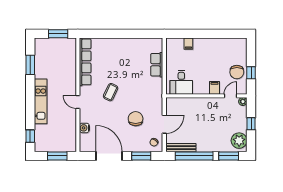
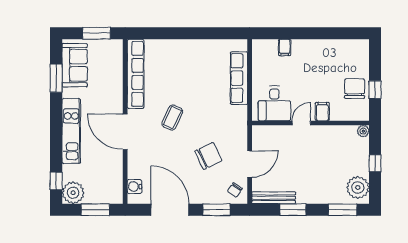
sofa: (43, 56) -> (75, 65), added
row of seats: (157, 65) -> (239, 78), width x1.48
chair: (237, 72) -> (355, 89), turned 180
door: (230, 96) -> (301, 123), moved
door: (78, 102) -> (125, 132), width x1.87
chair: (136, 119) -> (208, 156), turned 64
water cooler: (84, 128) -> (134, 186), moved
plant: (42, 144) -> (73, 193), added
window: (194, 156) -> (293, 210), width x0.47

